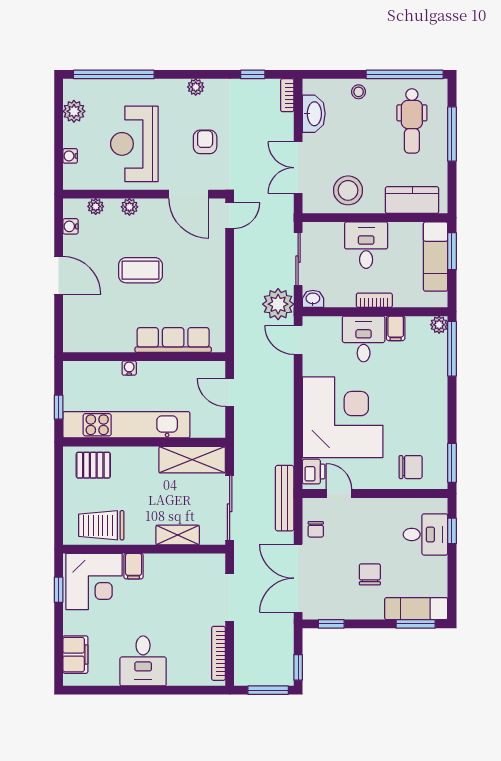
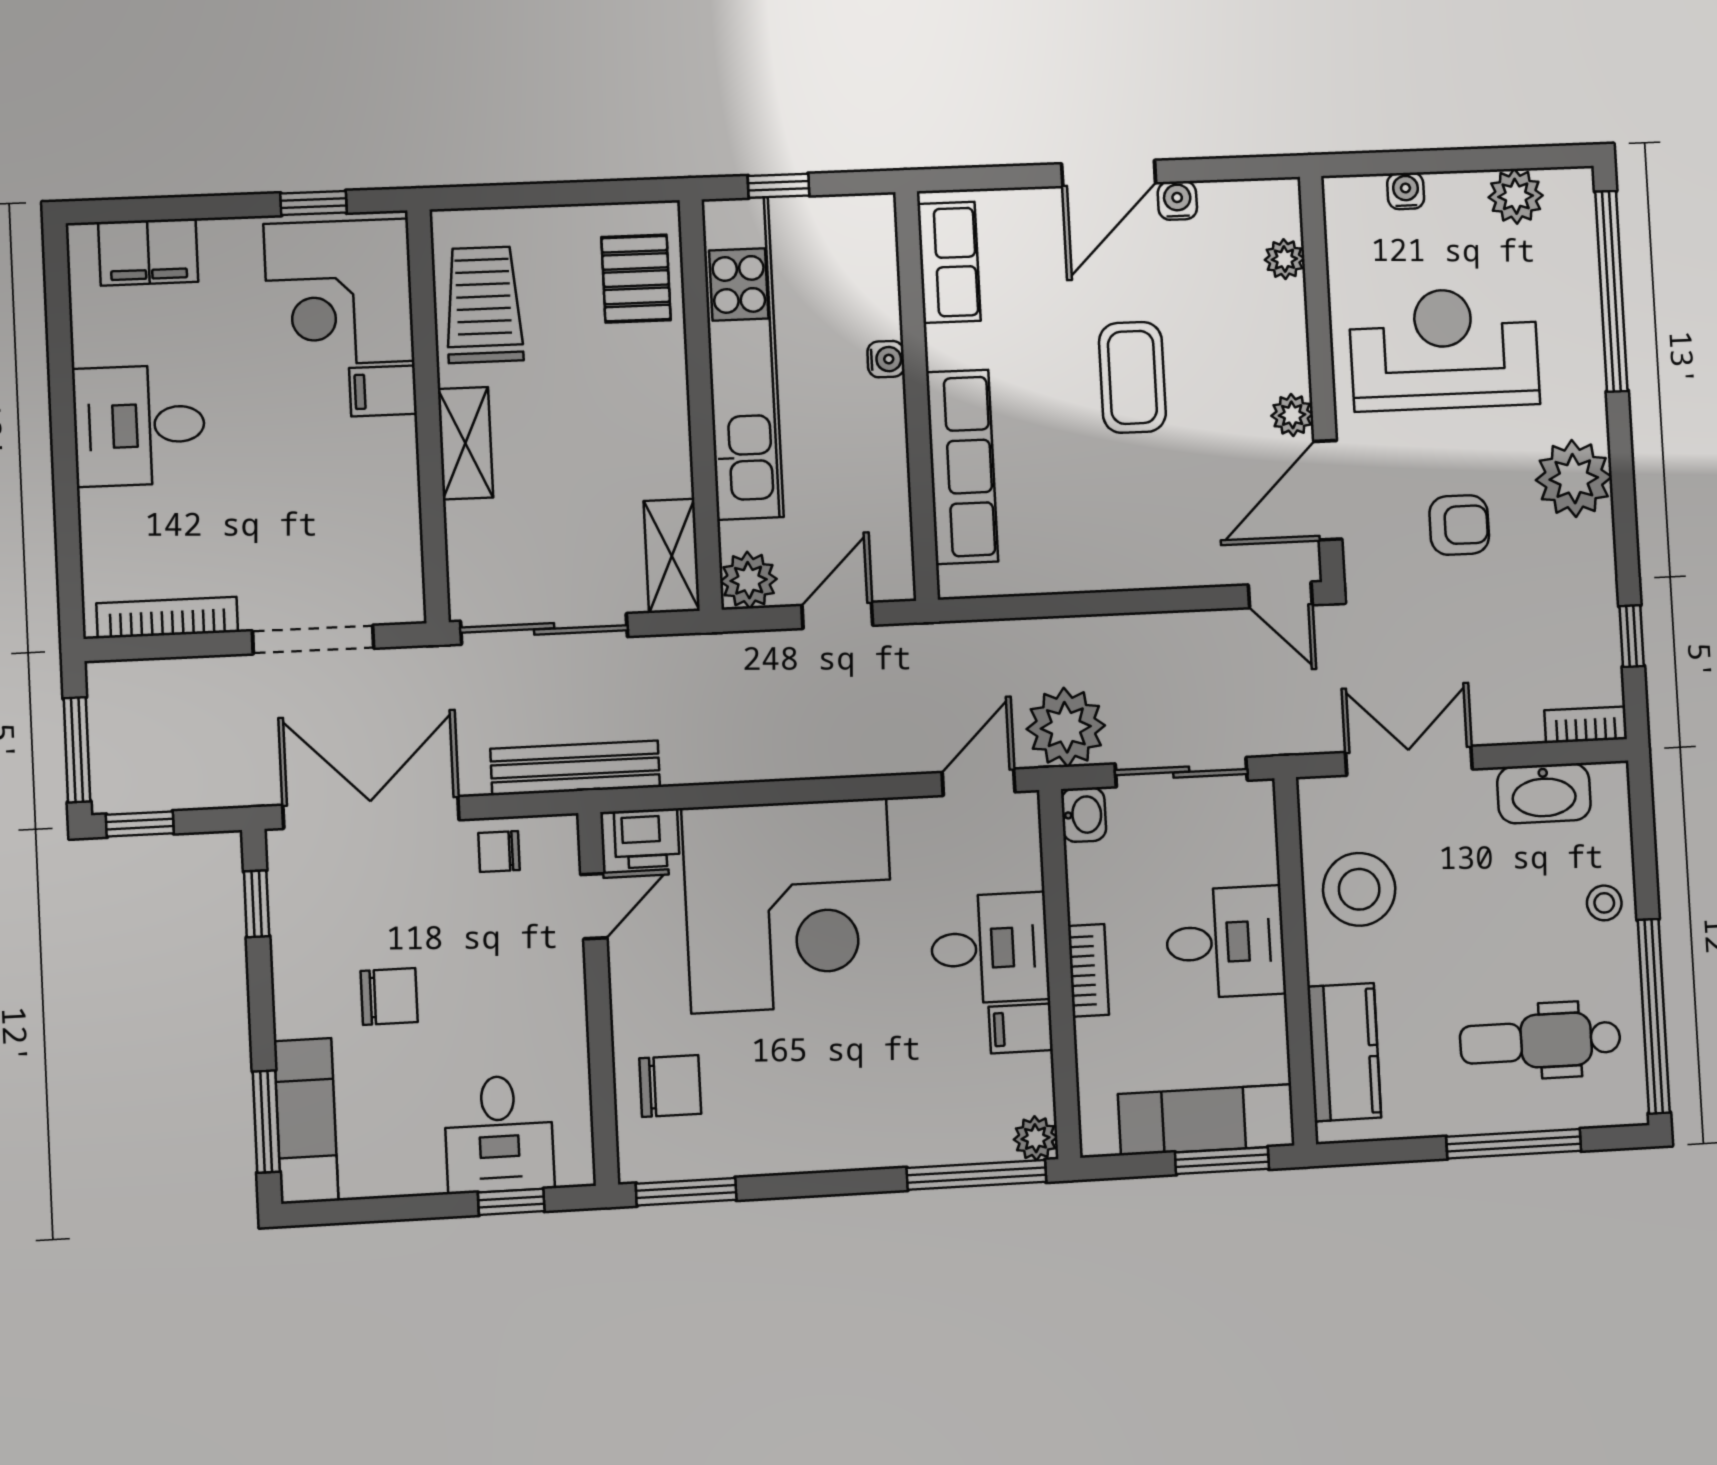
plant: (196, 87) -> (1574, 479), width x1.88, depth x1.88
plant: (129, 207) -> (1292, 415), moved
water cooler: (71, 226) -> (1177, 201), moved
row of seats: (92, 341) -> (949, 262), added
plant: (214, 427) -> (749, 580), added
shelving: (192, 460) -> (672, 556), width x0.67, depth x0.75
chair: (411, 467) -> (670, 1086), turned -90
shelving: (178, 535) -> (465, 443), moved

